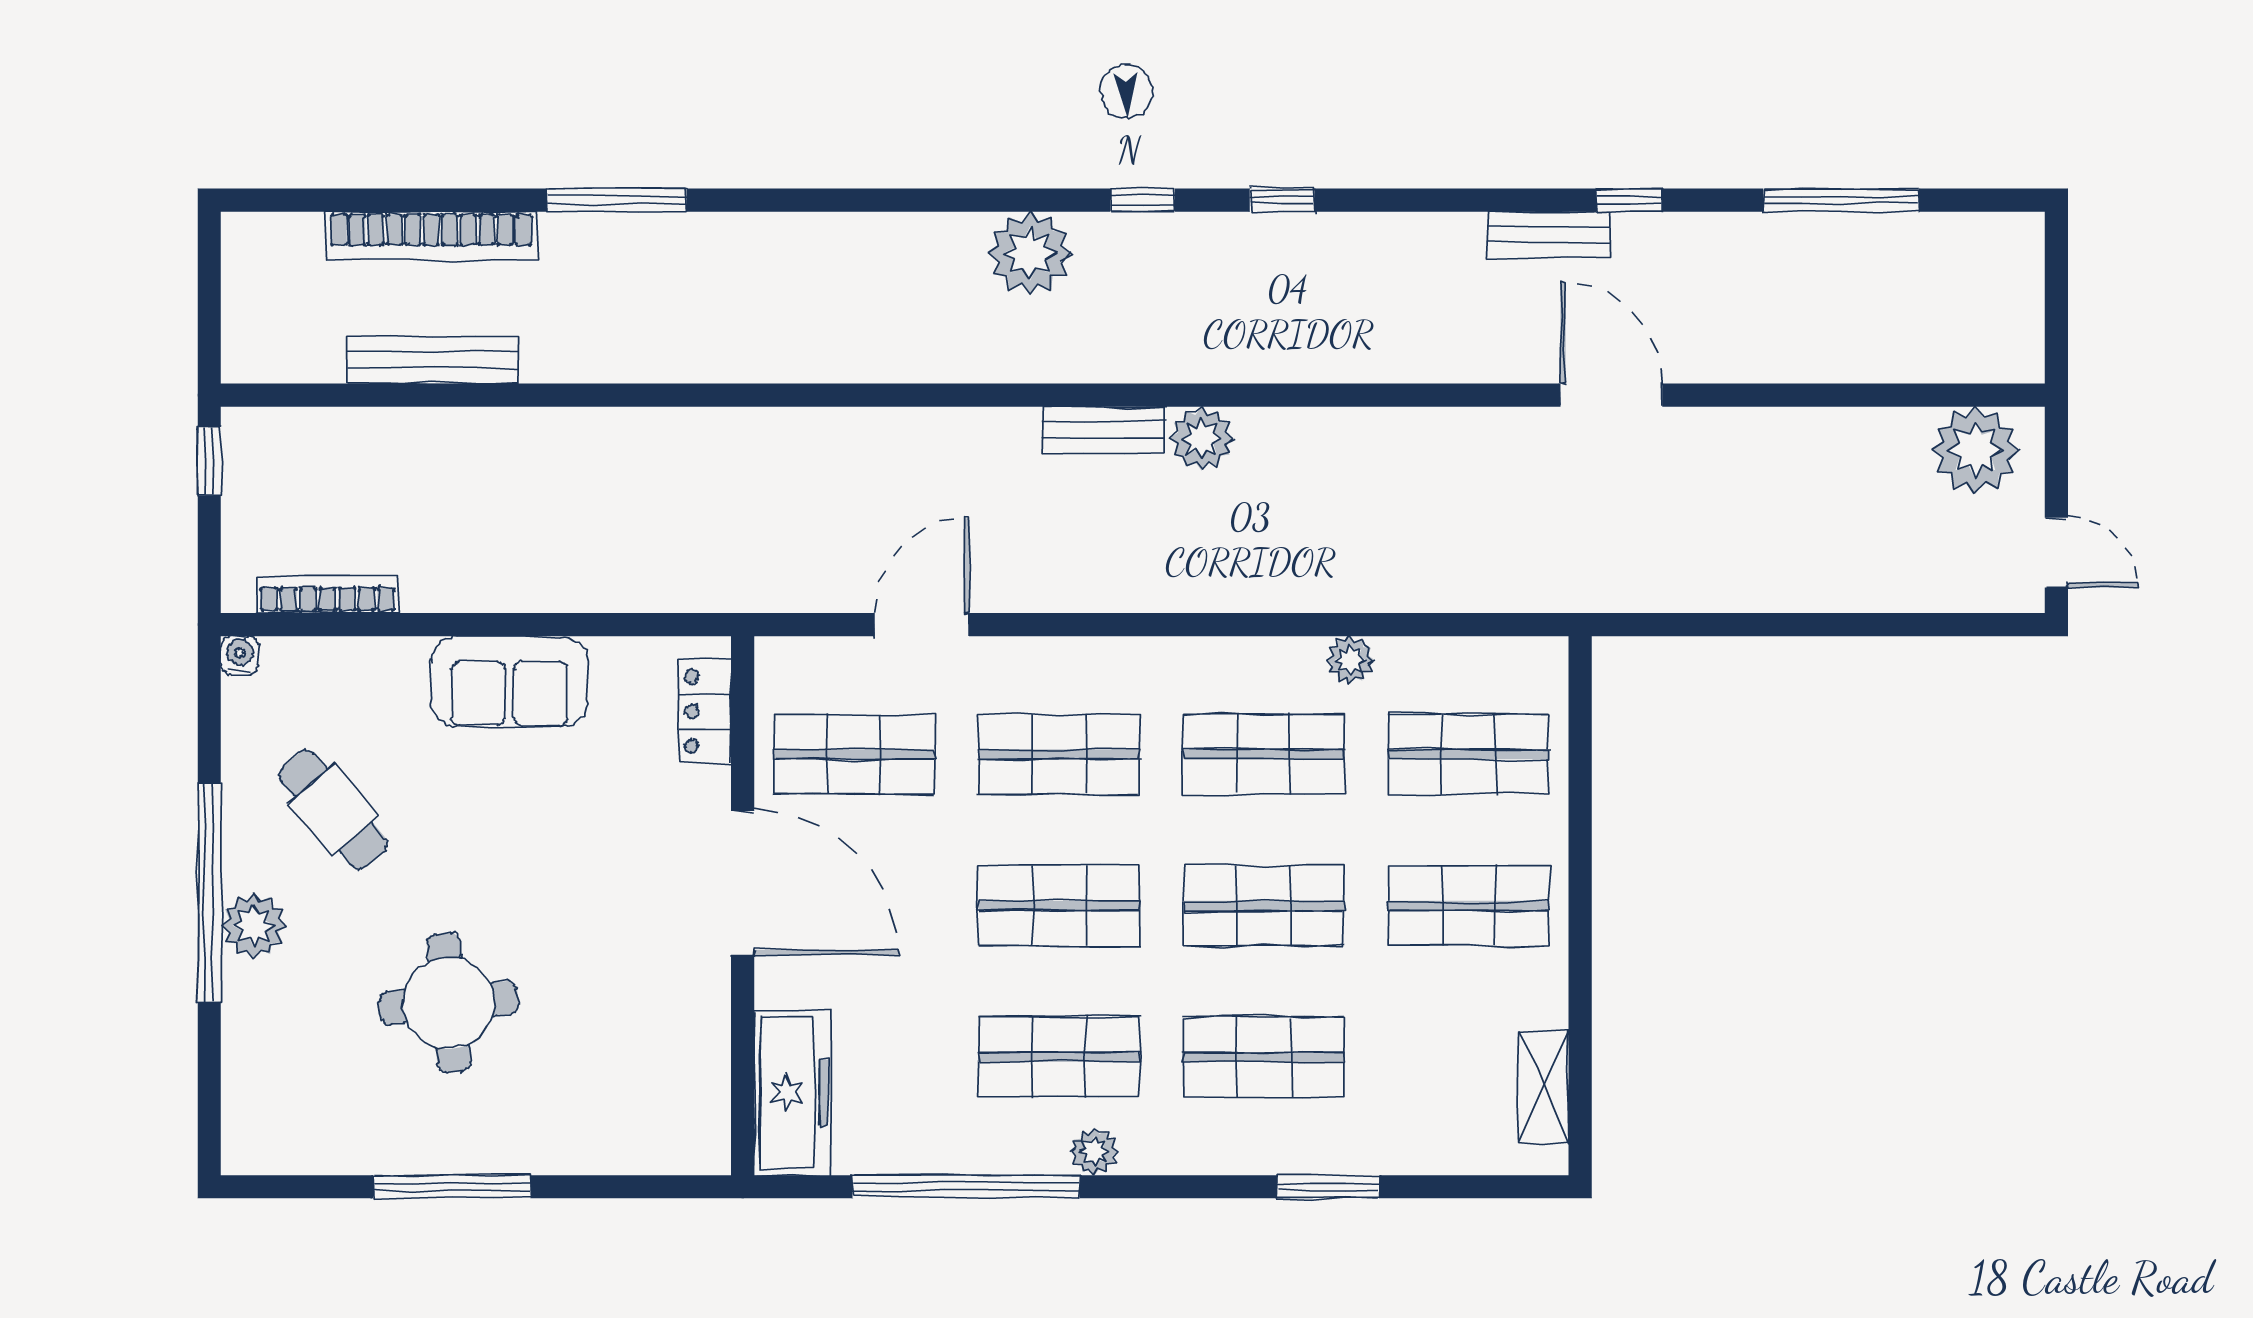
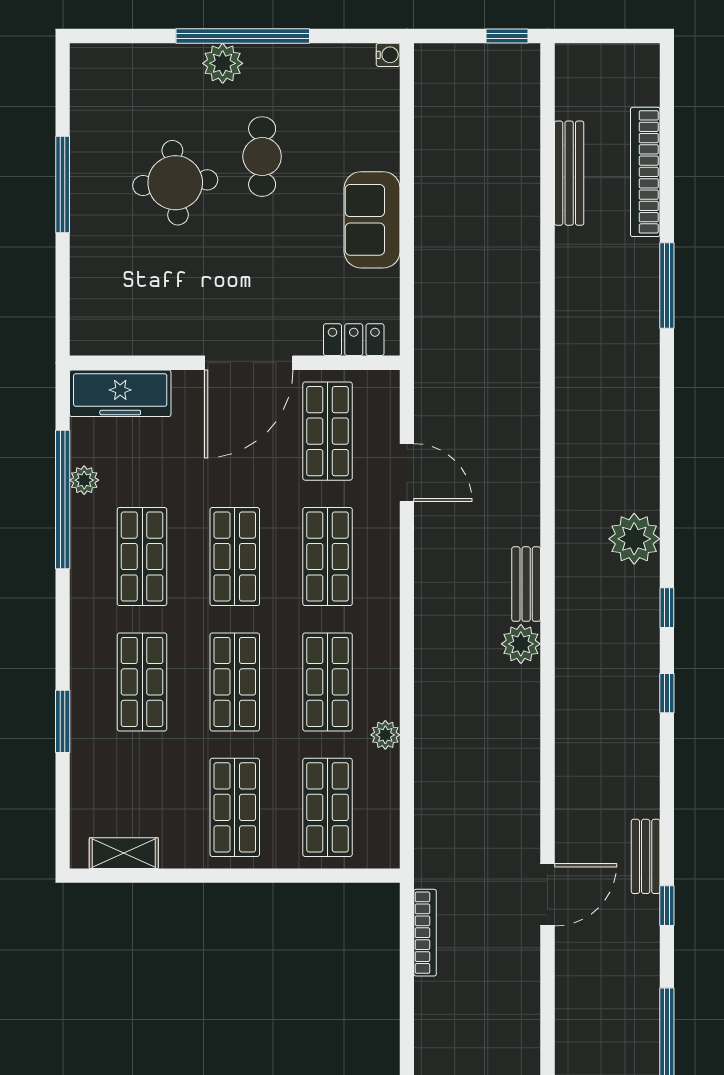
bookcase: (327, 595) -> (425, 933), moved
cafe table: (333, 810) -> (262, 157), moved, turned -50
plant: (1094, 1151) -> (84, 480), moved

